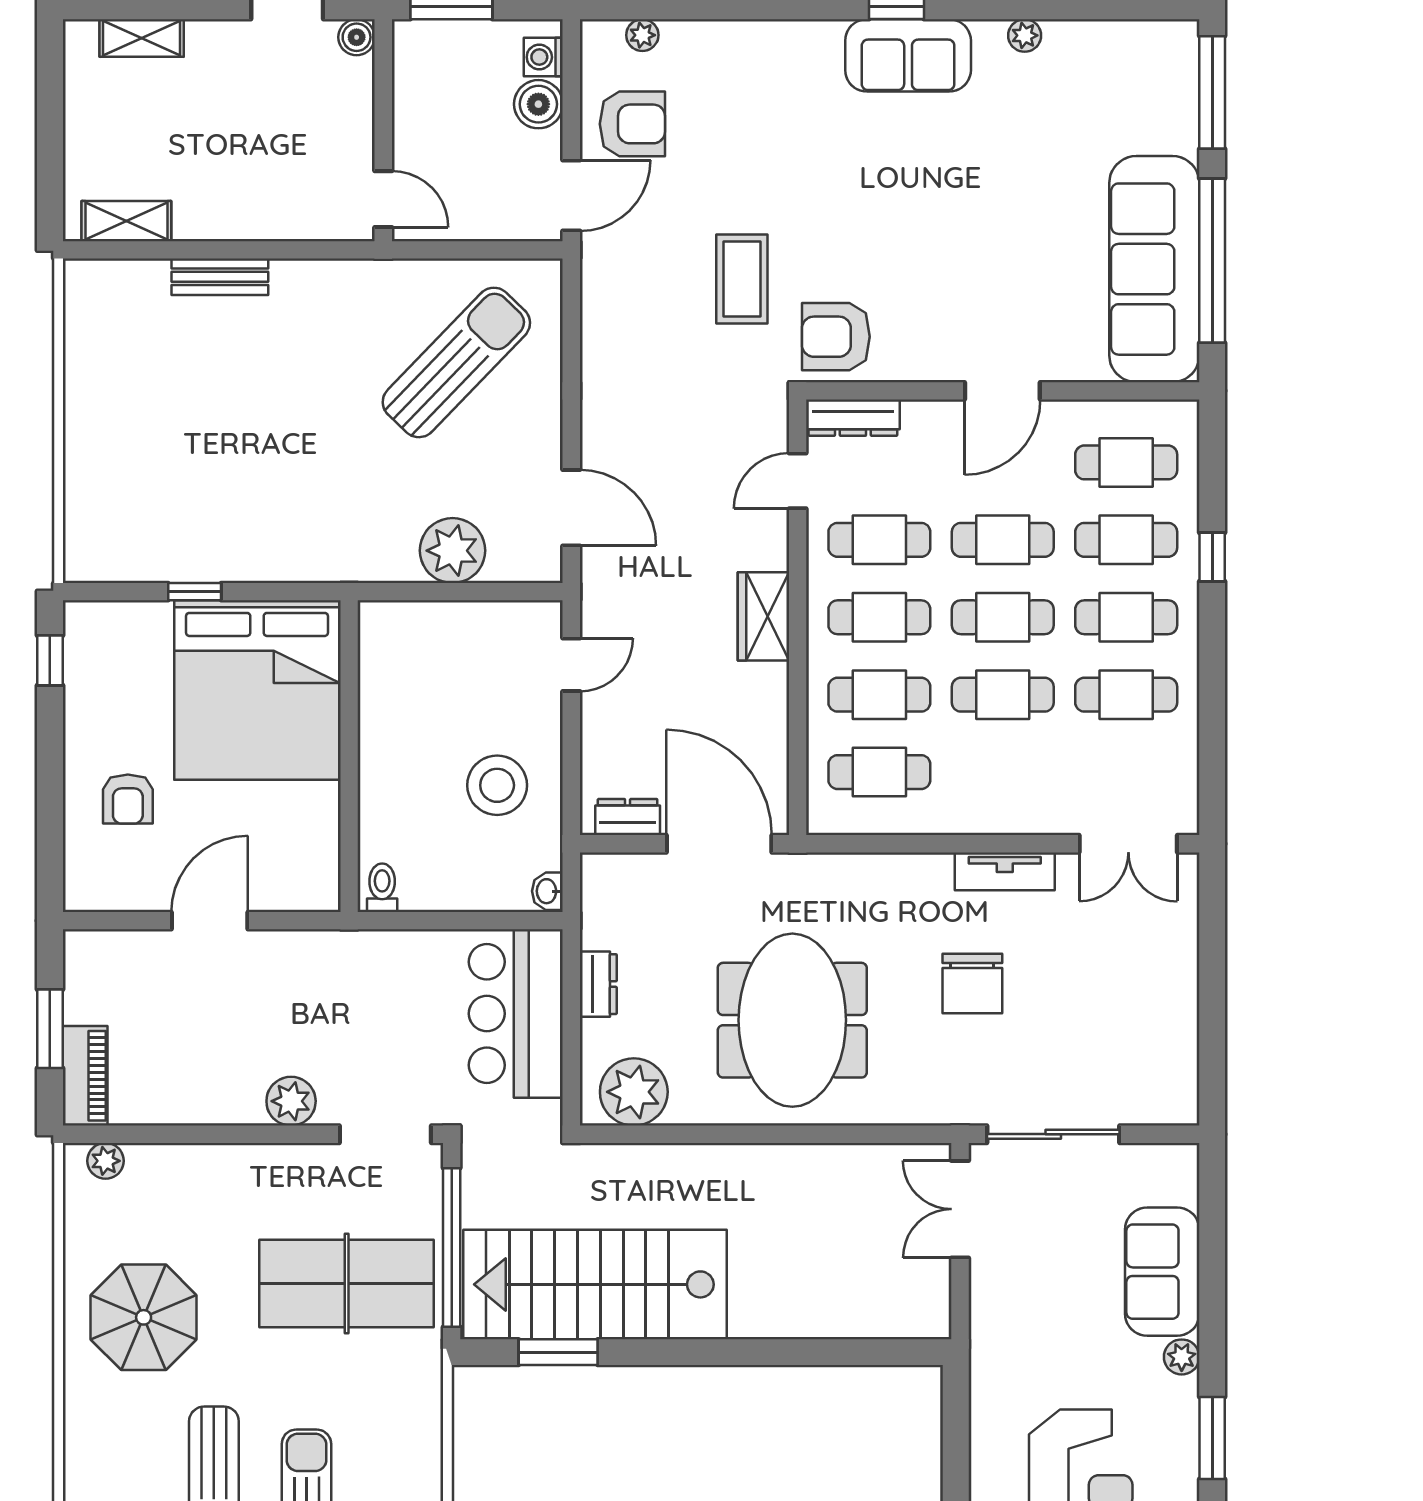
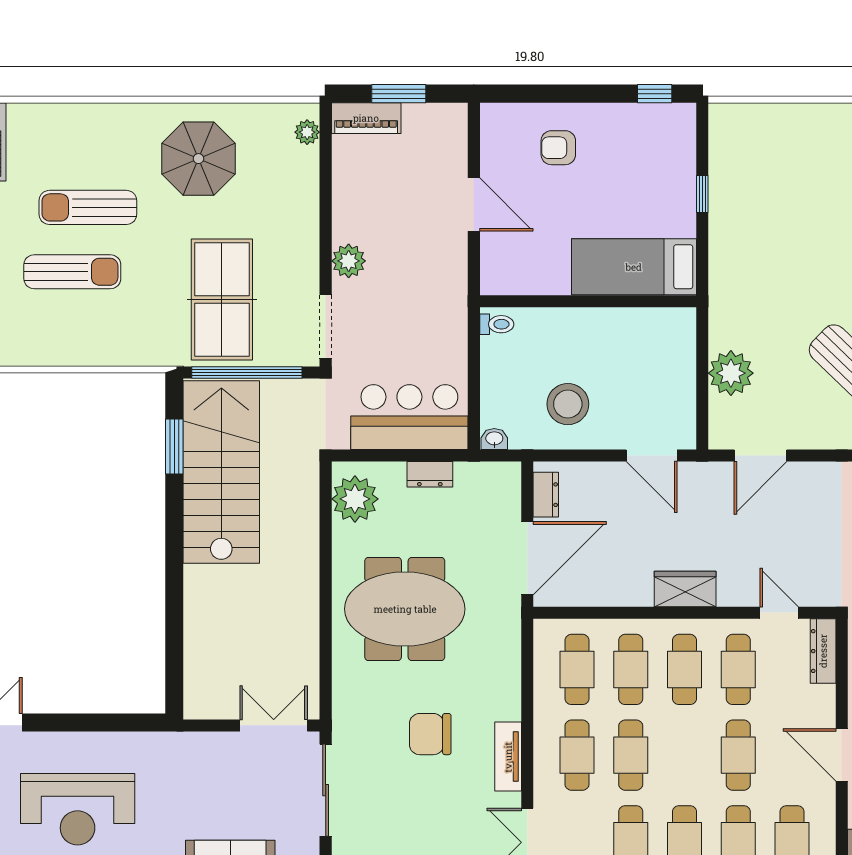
cafe table: (1003, 617) -> (577, 755), moved
door: (571, 665) -> (652, 456), width x1.38
bed: (257, 690) -> (634, 267), width x0.49

